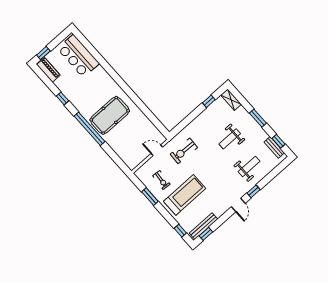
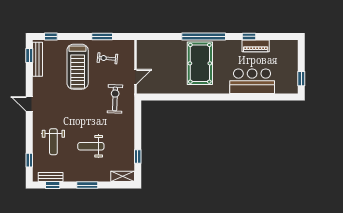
window: (43, 53) -> (301, 79), moved
bar counter: (78, 56) -> (252, 81), moved
piano: (48, 70) -> (256, 46), moved
weight bench: (230, 139) -> (91, 146), turned -90
window: (254, 191) -> (29, 160), moved

